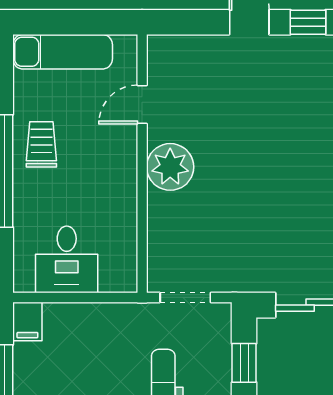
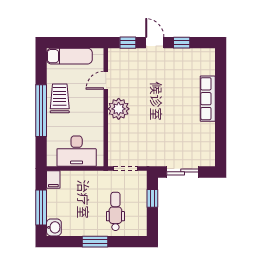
window: (190, 22) -> (128, 43), added
trolley: (41, 144) -> (60, 98), width x1.36, depth x1.39
desk: (67, 259) -> (77, 151), width x1.37

